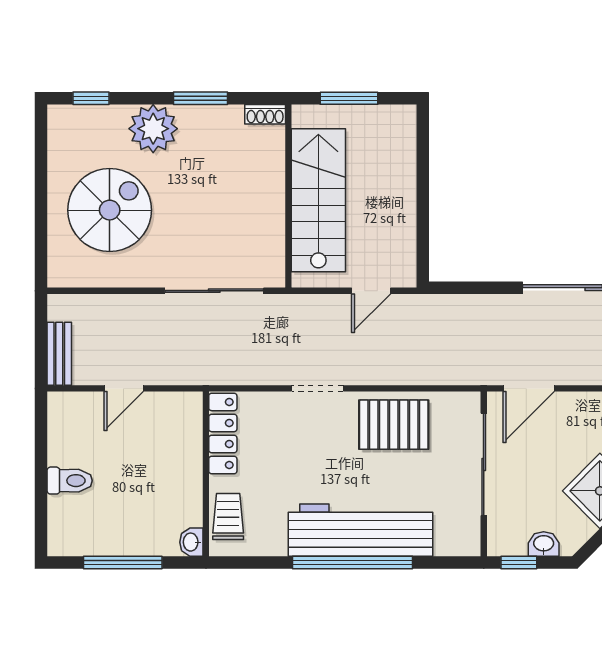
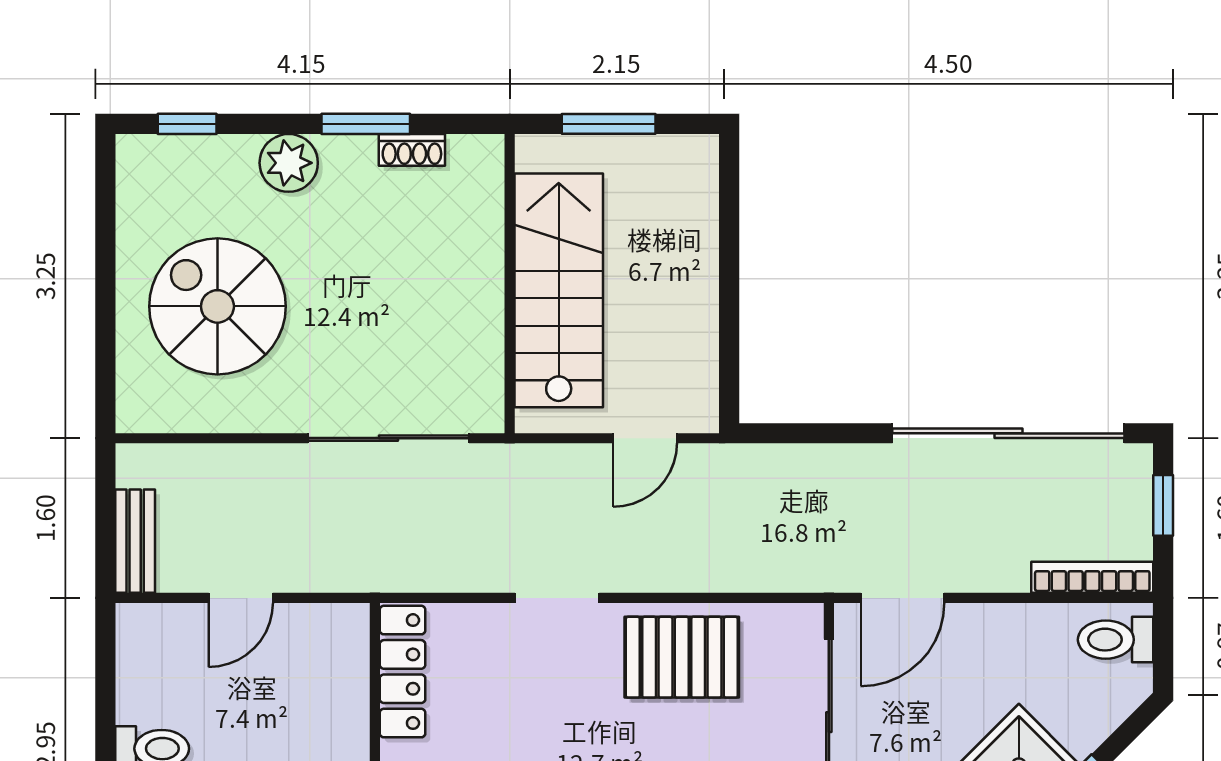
shoe rack: (265, 114) -> (412, 150), moved
plant: (153, 129) -> (289, 163), width x0.73, depth x0.73
spiral stairs: (110, 210) -> (217, 306), turned -90

